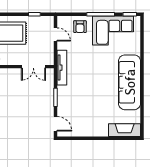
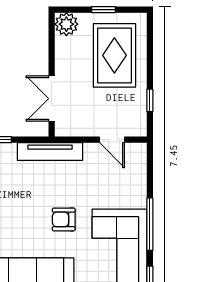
armchair: (80, 27) -> (64, 219), moved
door: (55, 34) -> (112, 140), hinge flipped

